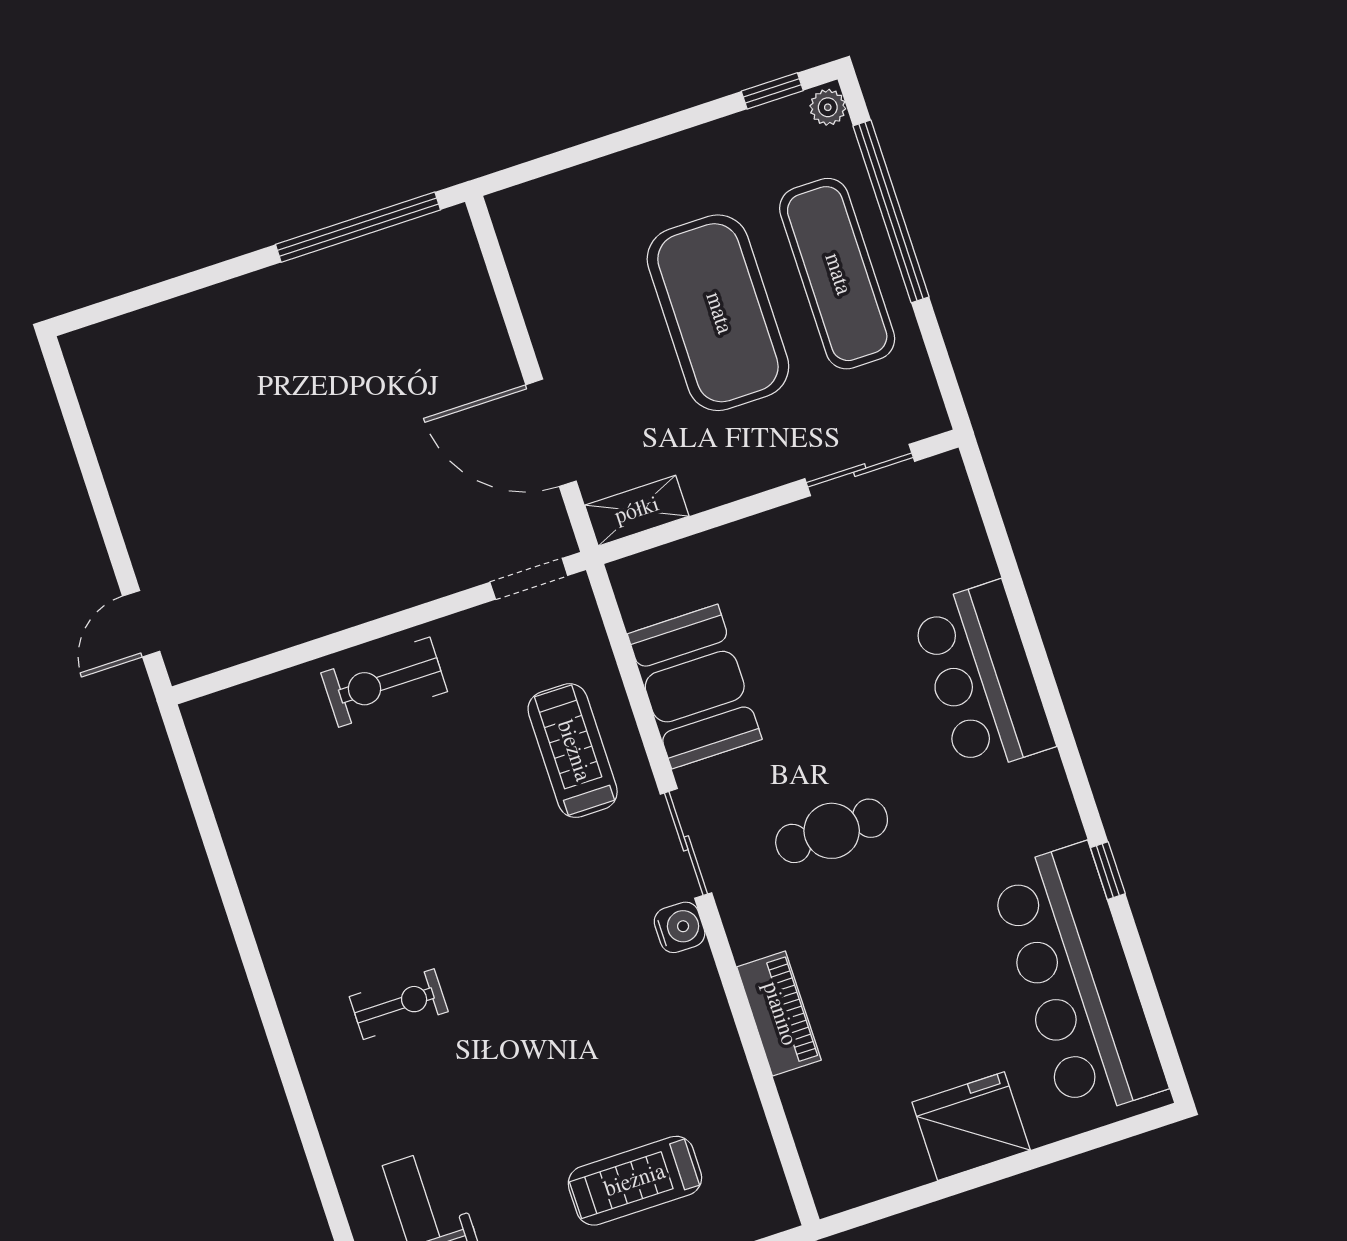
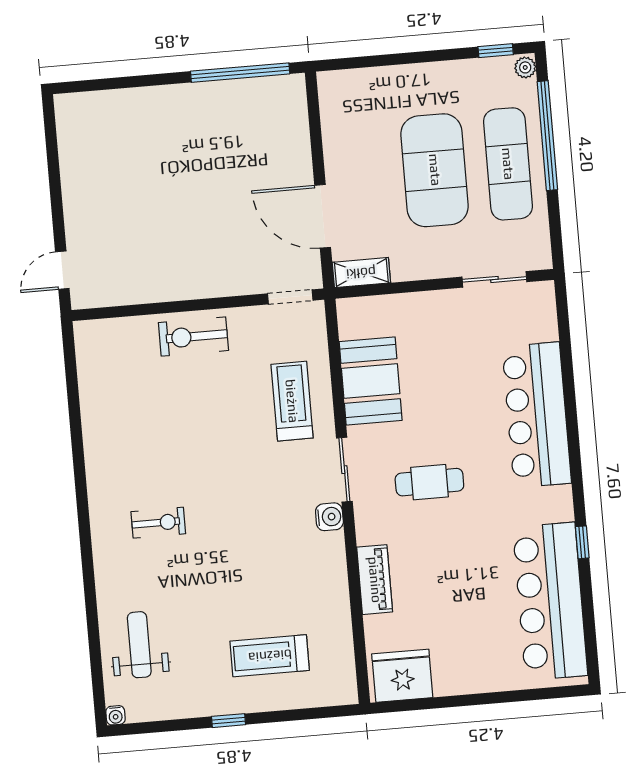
bar counter: (983, 678) -> (537, 415), width x1.36
fridge: (971, 1126) -> (402, 676), moved

